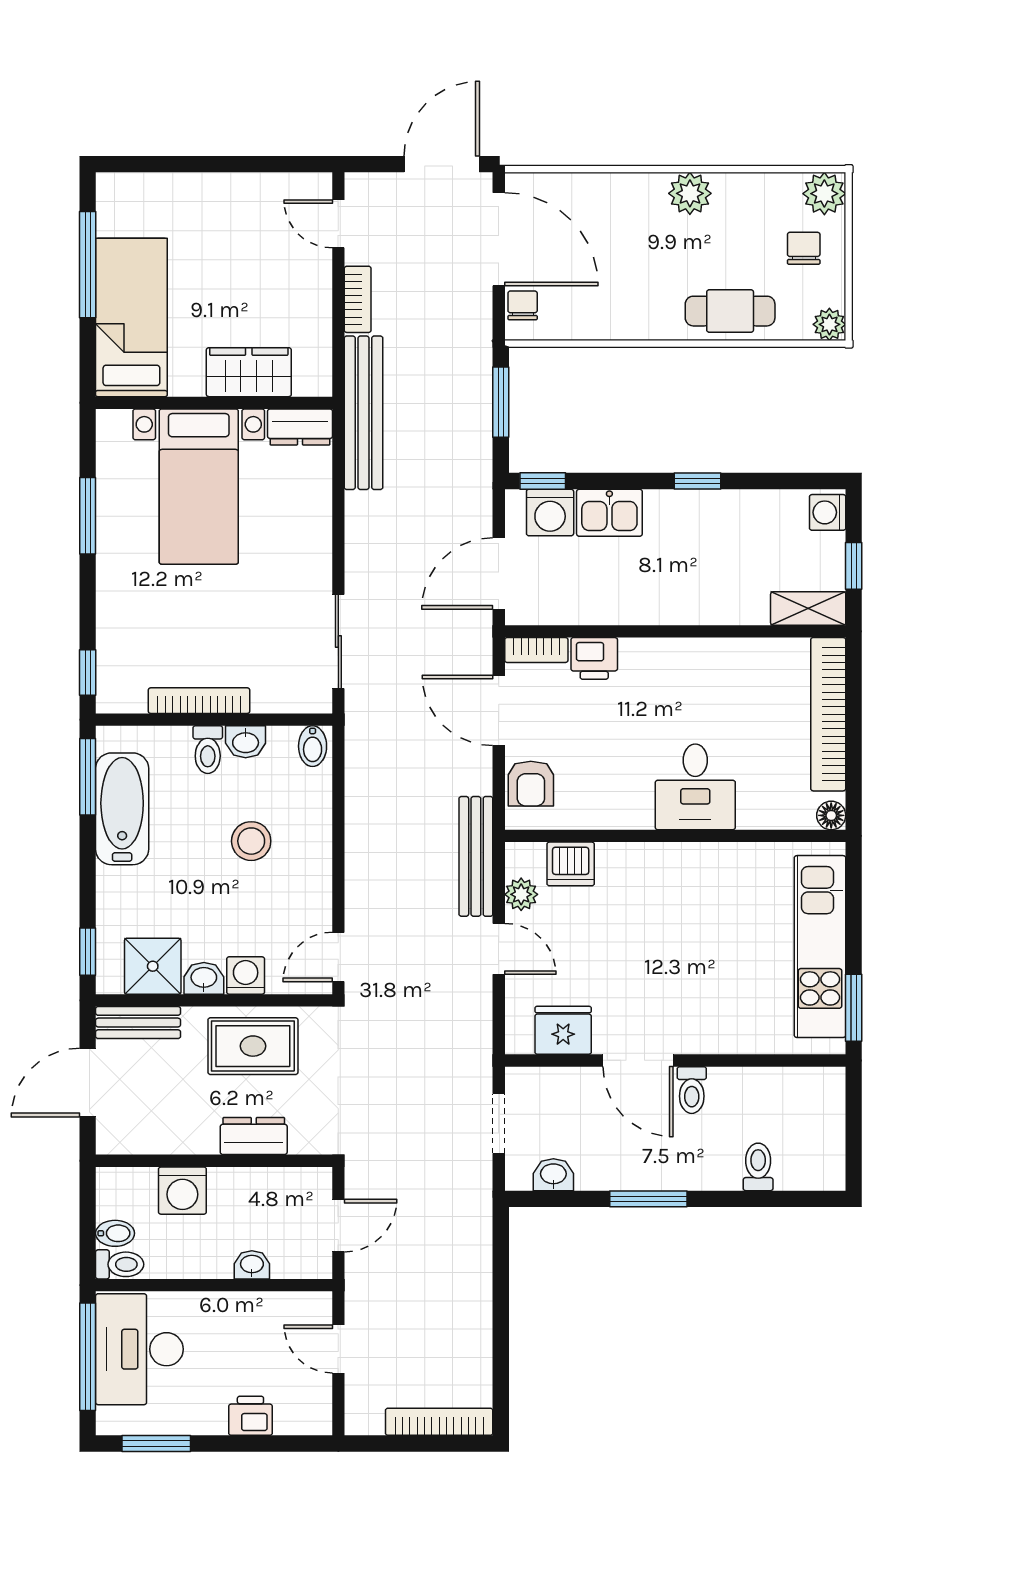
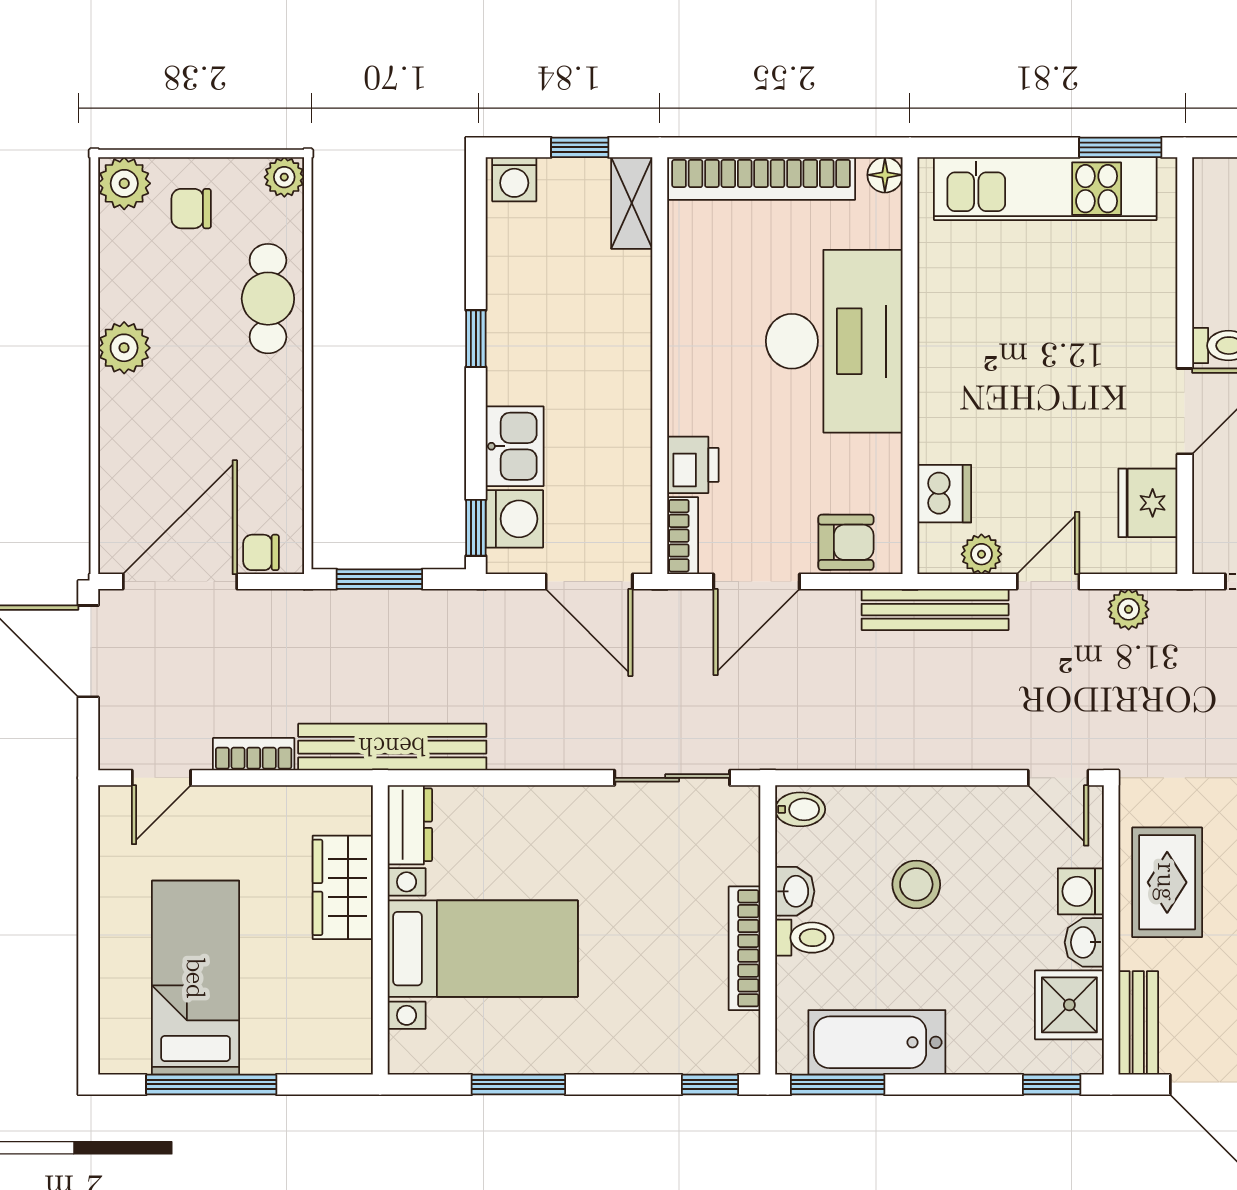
bed: (131, 318) -> (196, 978), moved, turned 90
desk: (695, 787) -> (834, 341), width x1.87, depth x1.30
plant: (476, 1015) -> (1129, 609), added

